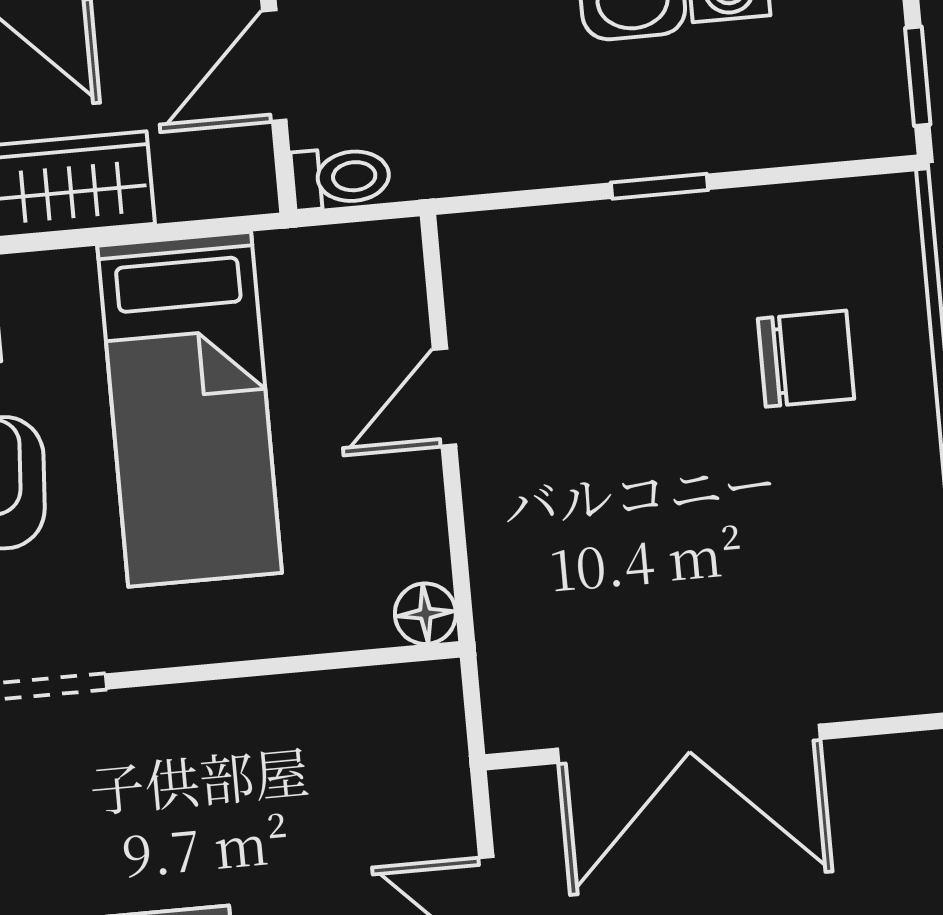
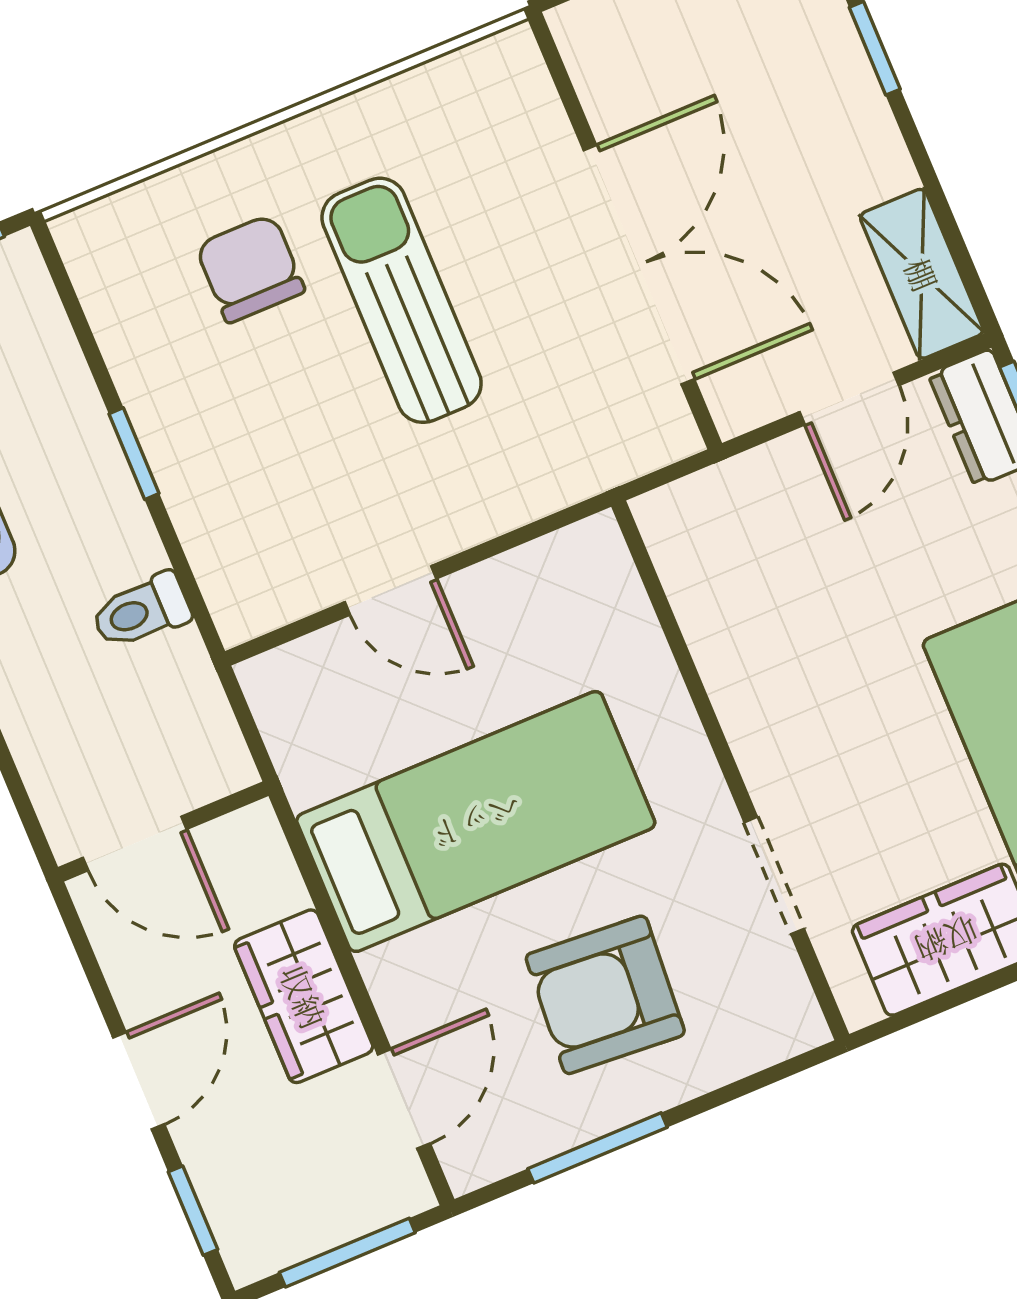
toilet: (341, 177) -> (141, 611), moved, turned -90
sun lounger: (728, 498) -> (402, 300), added
floor lamp: (425, 614) -> (596, 545), removed

